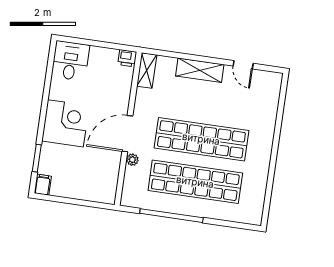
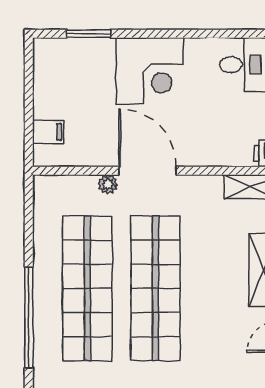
filing cabinet: (43, 185) -> (48, 132), moved
window: (171, 216) -> (29, 318), moved

